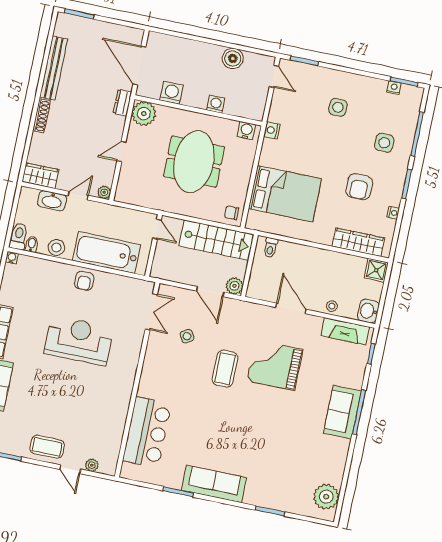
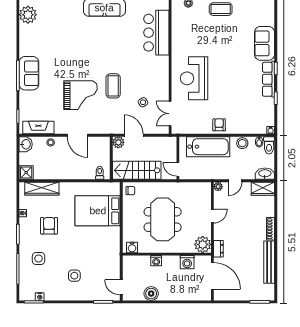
nightstand: (272, 130) -> (115, 251), removed
washbasin: (52, 201) -> (265, 174), moved
reception desk: (79, 340) -> (194, 78), moved, turned 90

